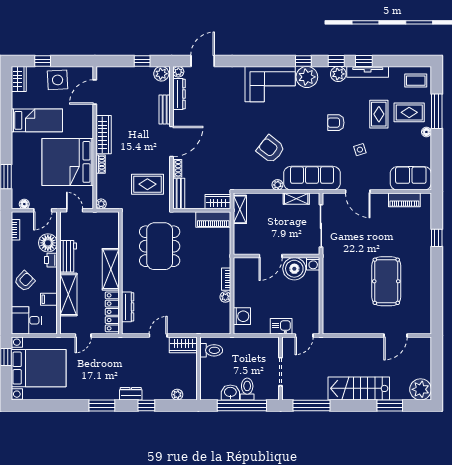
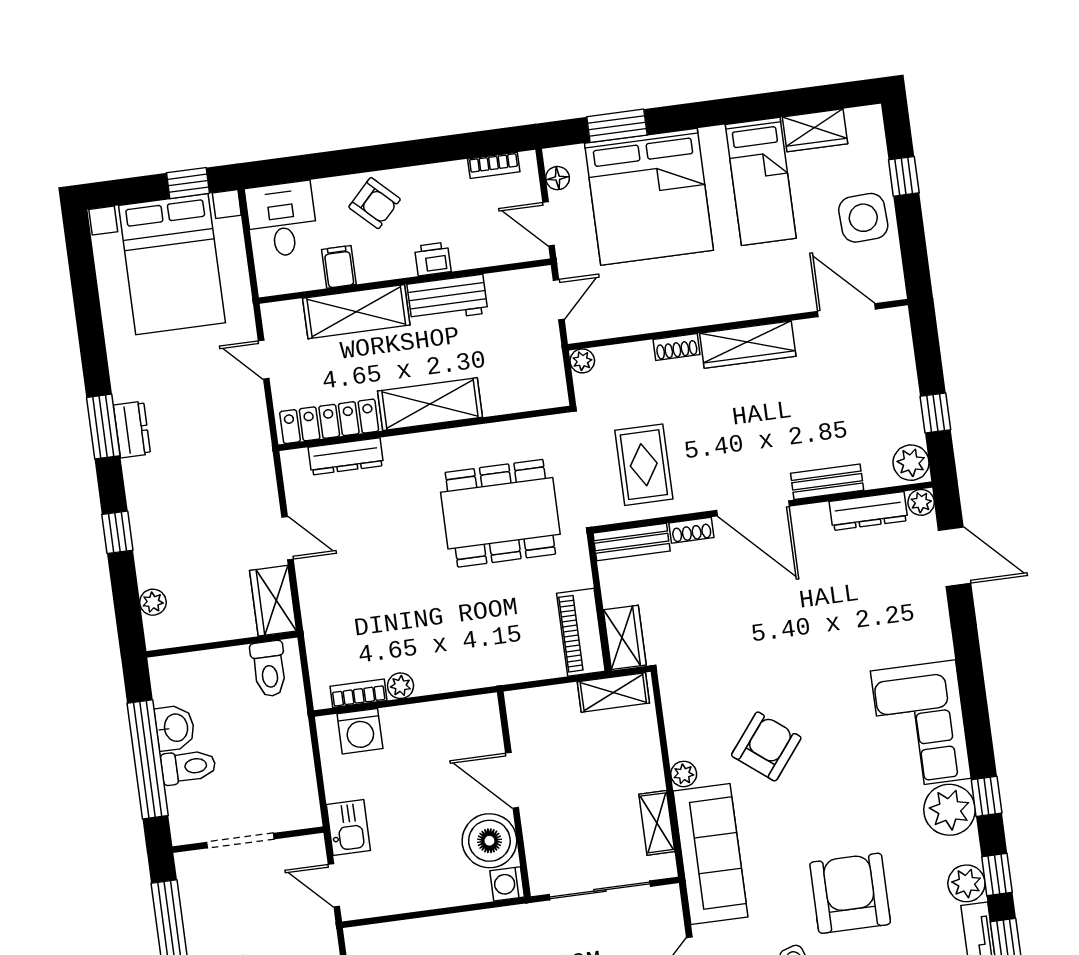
wardrobe: (19, 79) -> (815, 130), moved
armchair: (336, 123) -> (850, 893), width x1.88, depth x1.88
bed: (68, 162) -> (649, 197), moved, turned 180
floor lamp: (48, 243) -> (473, 247), removed
bookcase: (226, 279) -> (358, 693), moved
dresser: (131, 394) -> (132, 430), moved

